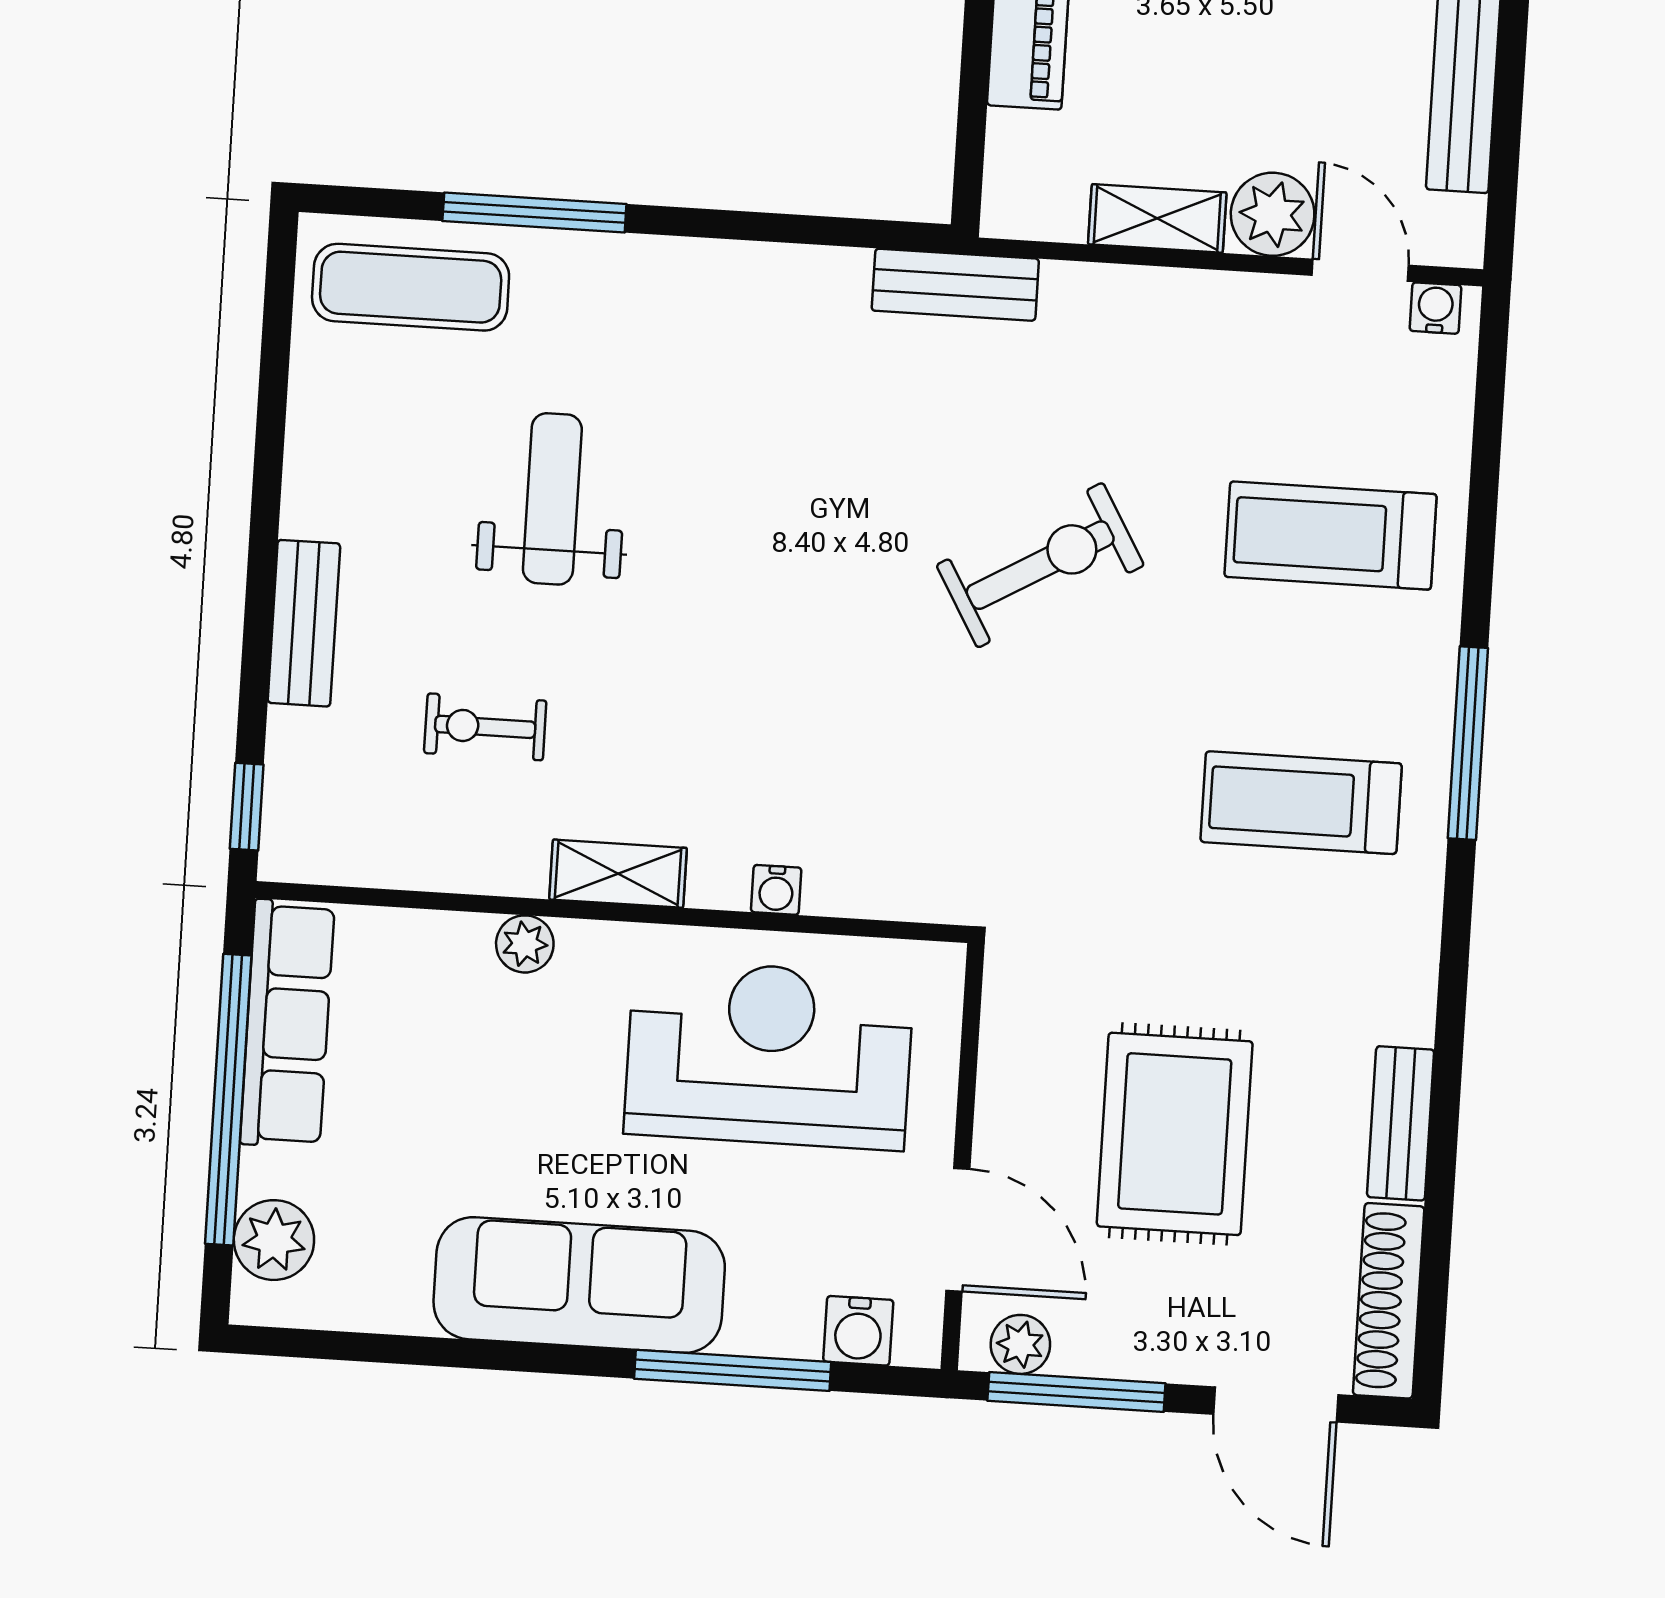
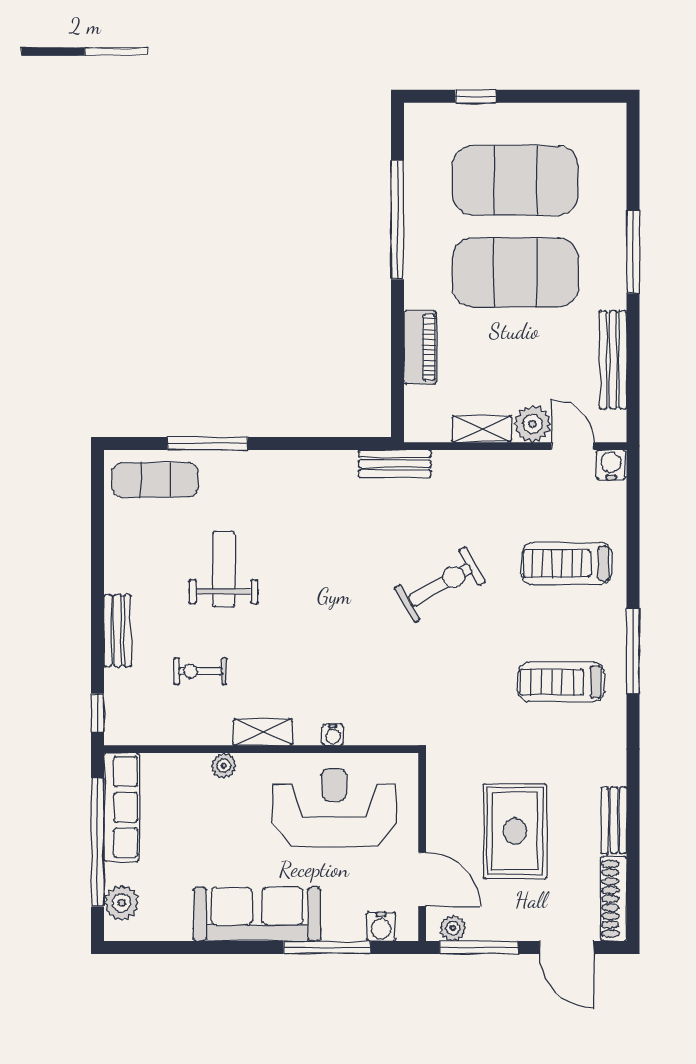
water cooler: (1435, 308) -> (611, 465), width x1.38, depth x1.38

